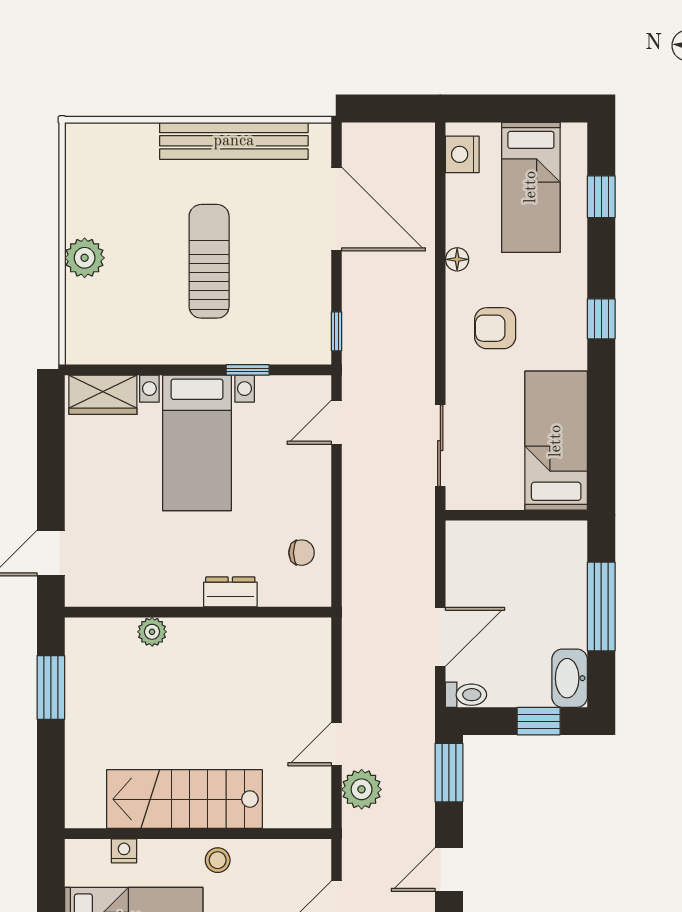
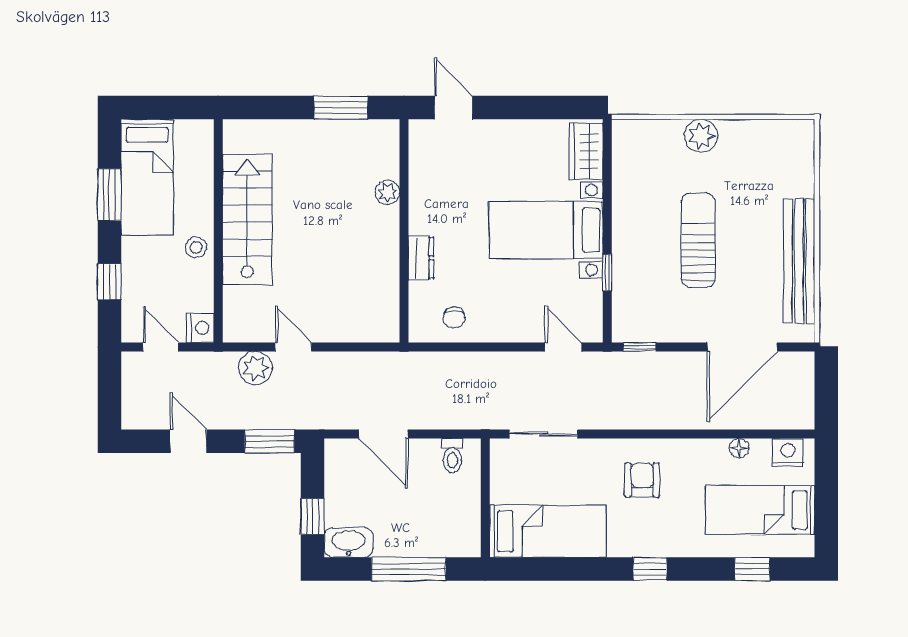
floor lamp: (457, 259) -> (739, 448), moved
sun lounger: (209, 261) -> (698, 240), turned -90
toilet: (466, 695) -> (452, 456), moved
nightstand: (124, 851) -> (200, 328), moved, width x1.39, depth x1.35

